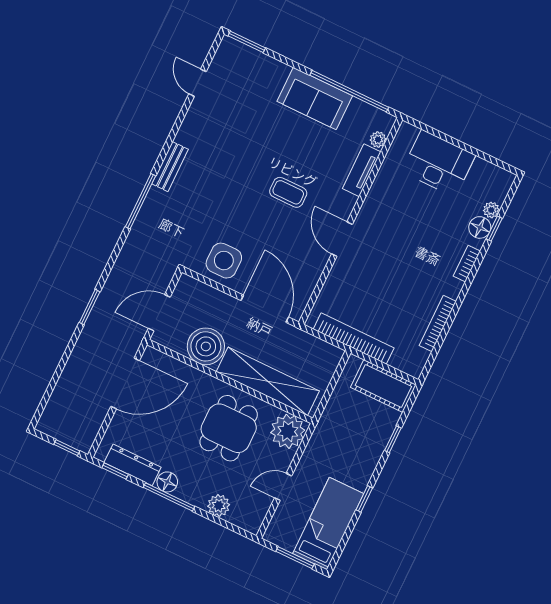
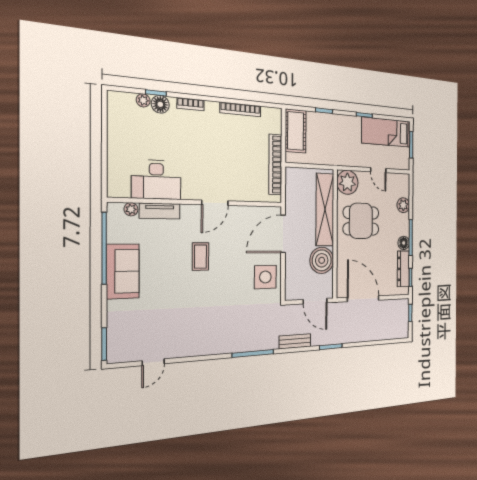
desk: (438, 163) -> (156, 180), moved, turned -90
bench: (170, 167) -> (295, 341), moved

